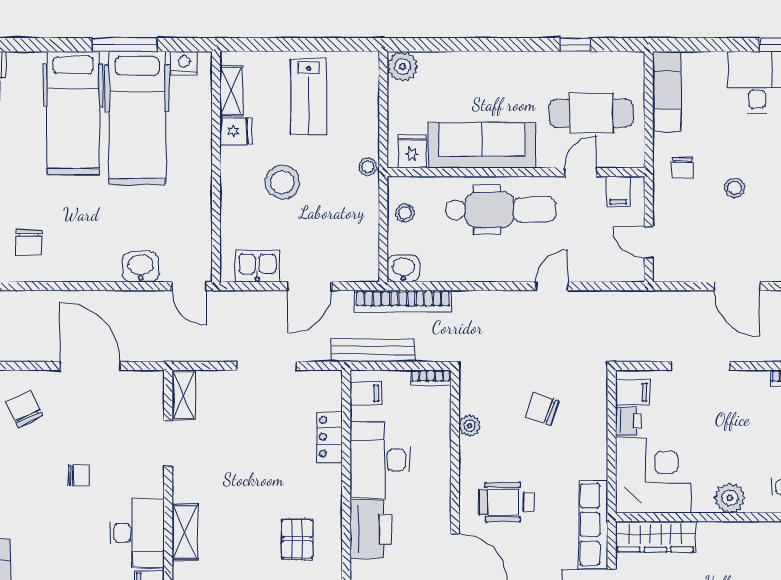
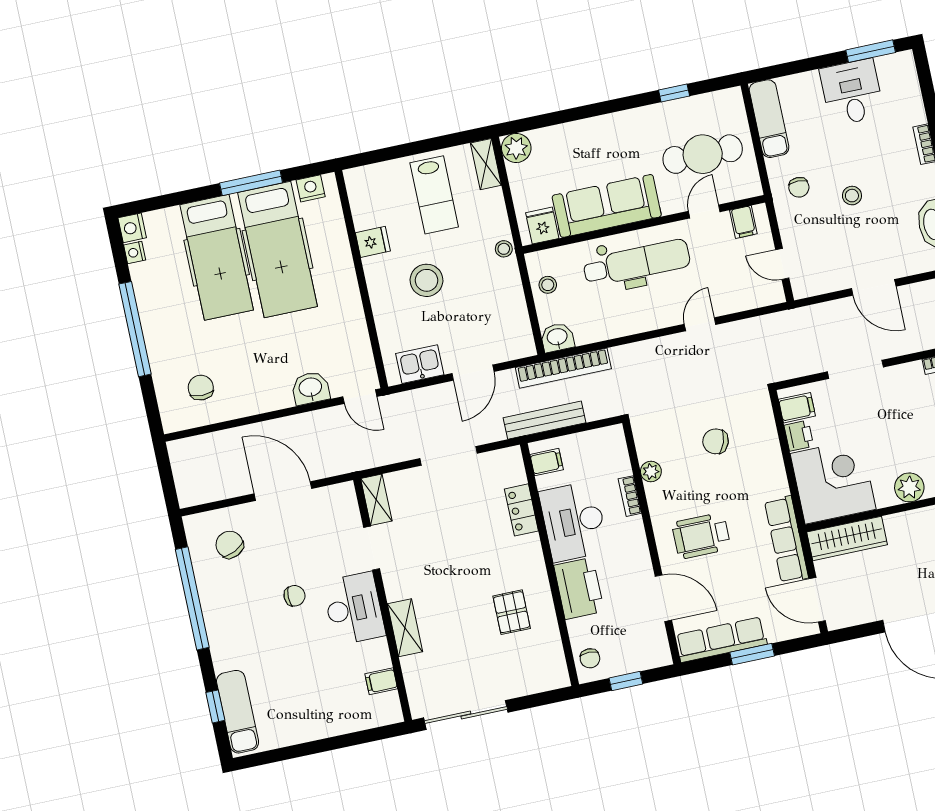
shelving: (231, 91) -> (486, 164), moved
chair: (29, 242) -> (201, 388), turned 180
bookcase: (431, 378) -> (630, 496), moved, turned 90
desk: (137, 533) -> (354, 609), moved

